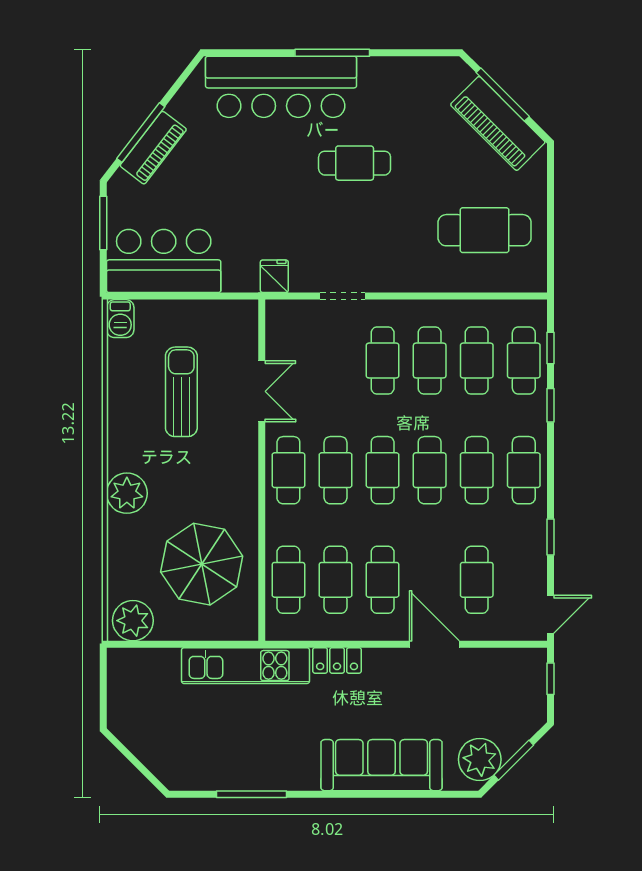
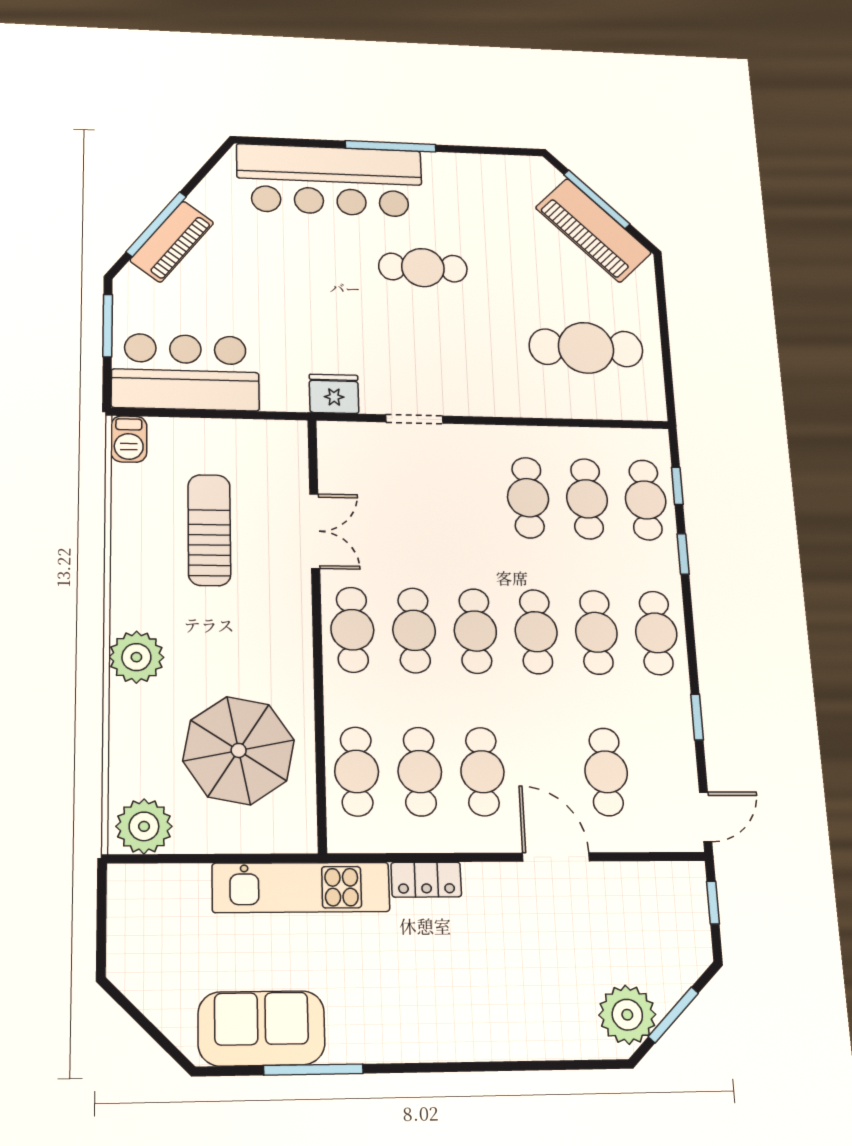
fridge: (274, 276) -> (334, 394), width x1.38
cafe table: (383, 361) -> (469, 497), removed
sofa: (382, 765) -> (261, 1028), moved, width x0.73

